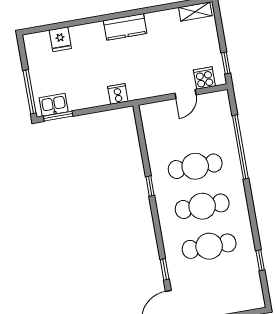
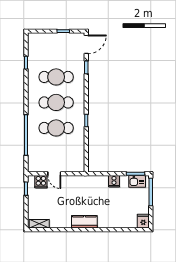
fridge: (60, 39) -> (143, 221), moved
cooker: (118, 94) -> (114, 181), moved
door: (185, 94) -> (54, 174), swing flipped

